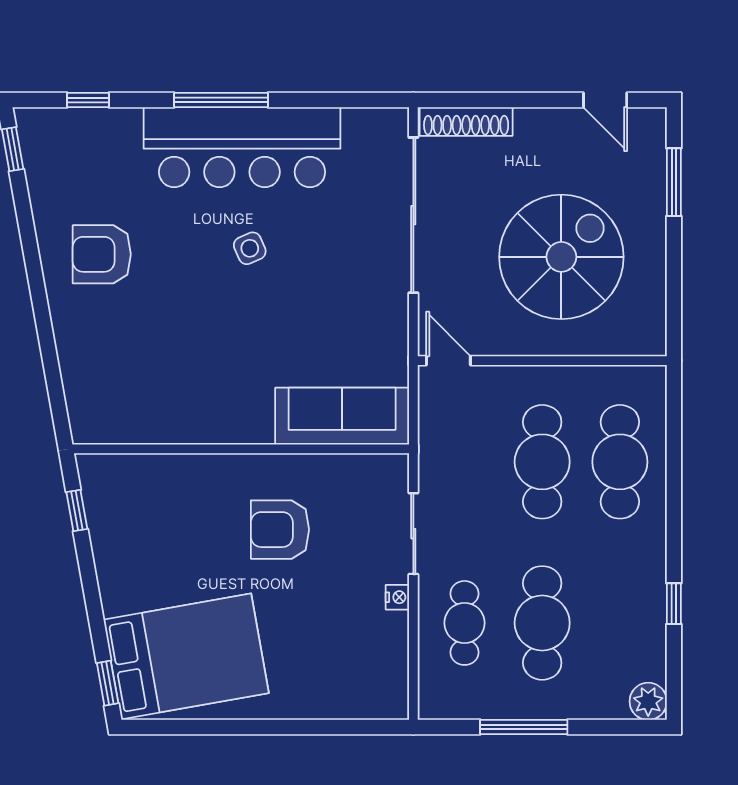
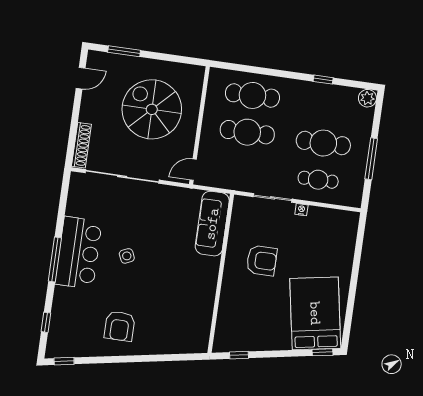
bar counter: (242, 147) -> (78, 253), width x0.73
armchair: (280, 530) -> (262, 261), turned -90

